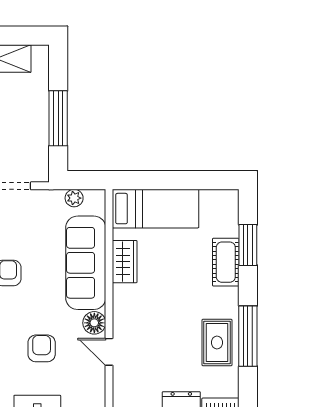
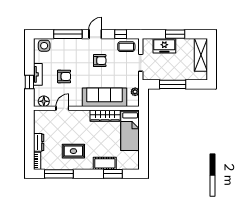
wardrobe: (125, 262) -> (105, 116), width x1.50
floor lamp: (94, 323) -> (44, 101), moved
window: (248, 336) -> (59, 174), moved
rug: (217, 343) -> (73, 151), moved

